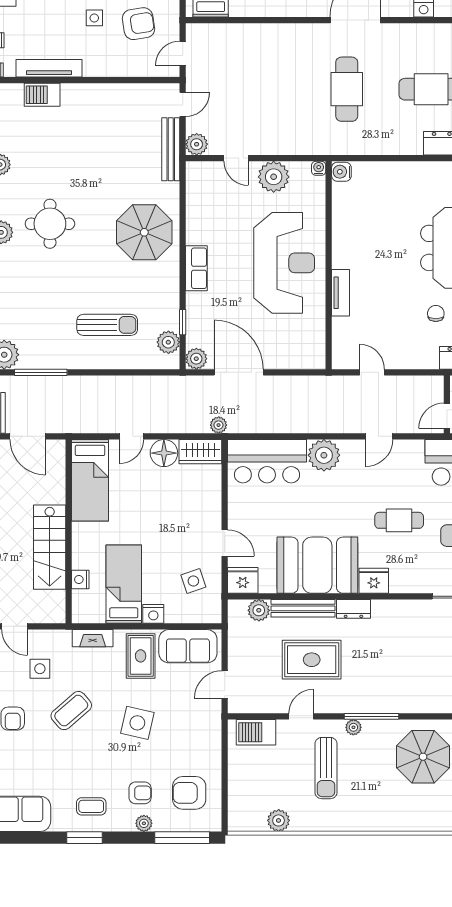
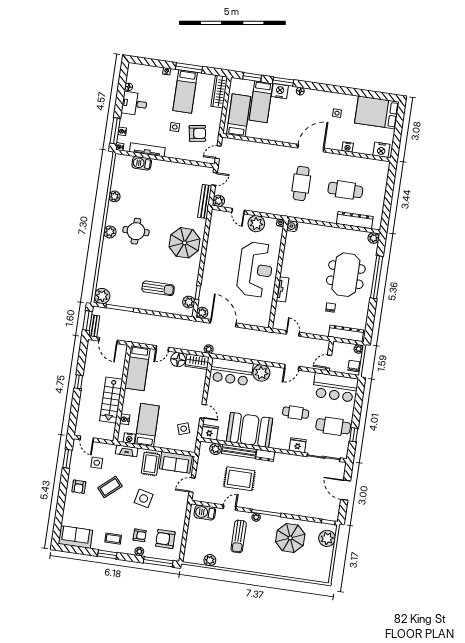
row of seats: (196, 268) -> (209, 266), removed
fridge: (374, 581) -> (298, 445), moved
nightstand: (153, 614) -> (129, 438), moved

